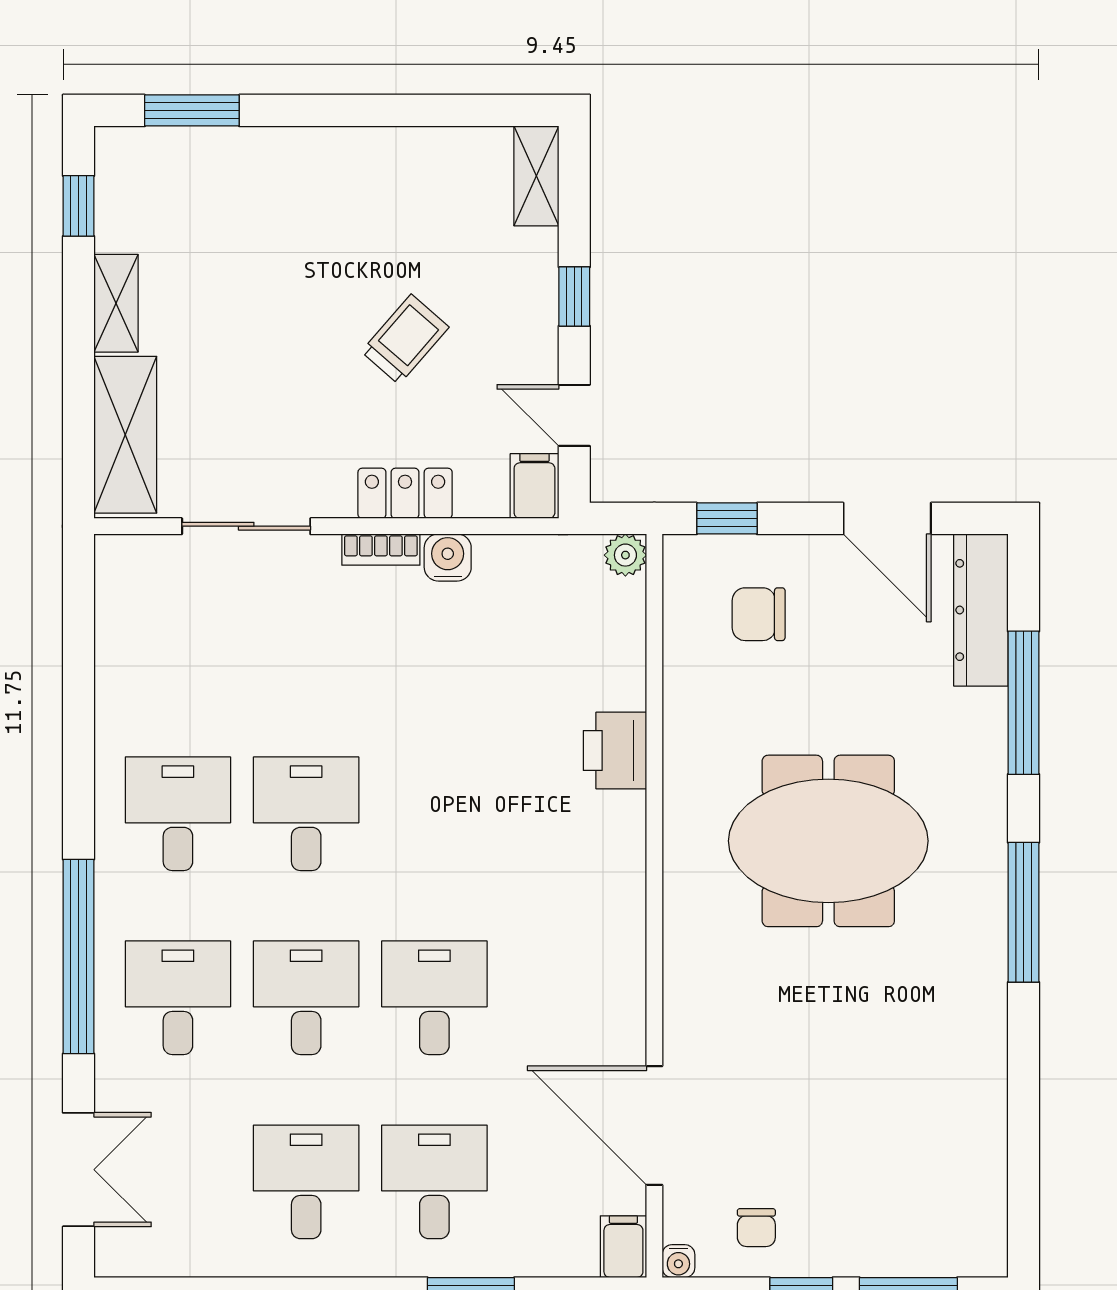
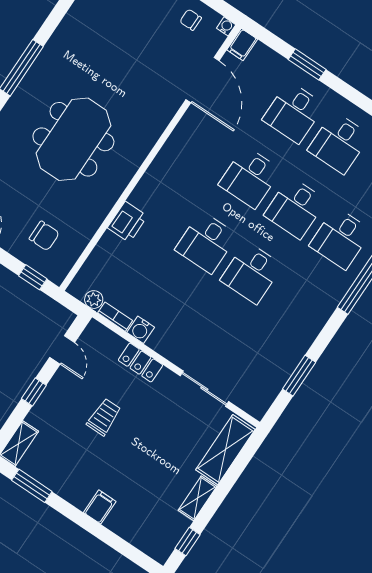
window: (192, 110) -> (32, 486), moved
trolley: (405, 339) -> (104, 417), turned 139
filing cabinet: (534, 486) -> (100, 507), moved, turned 180
bookcase: (381, 550) -> (115, 317), moved
plant: (625, 555) -> (94, 300), moved
window: (79, 676) -> (299, 376), added
desk: (178, 814) -> (206, 242), moved
meeting table: (828, 841) -> (73, 139), turned 90
chair: (756, 1228) -> (191, 20), turned -90

